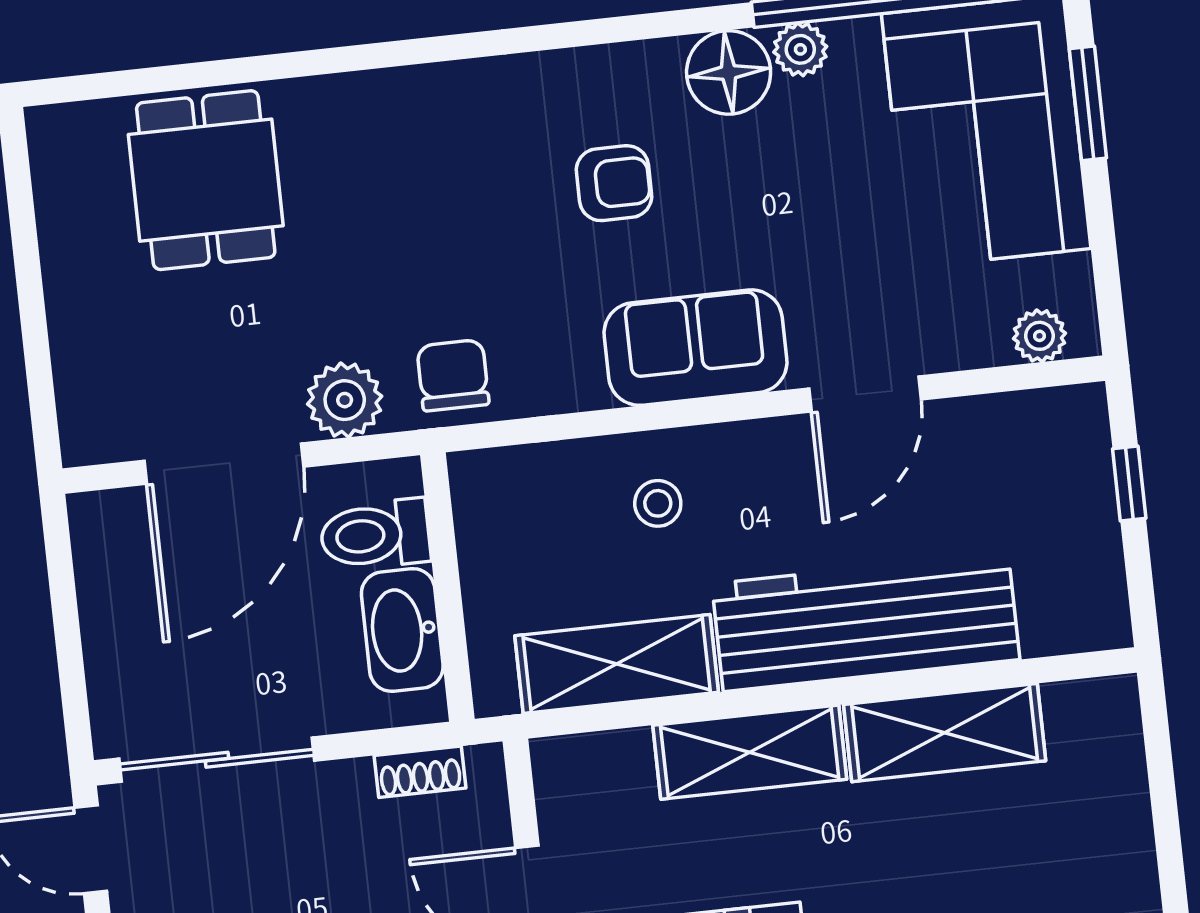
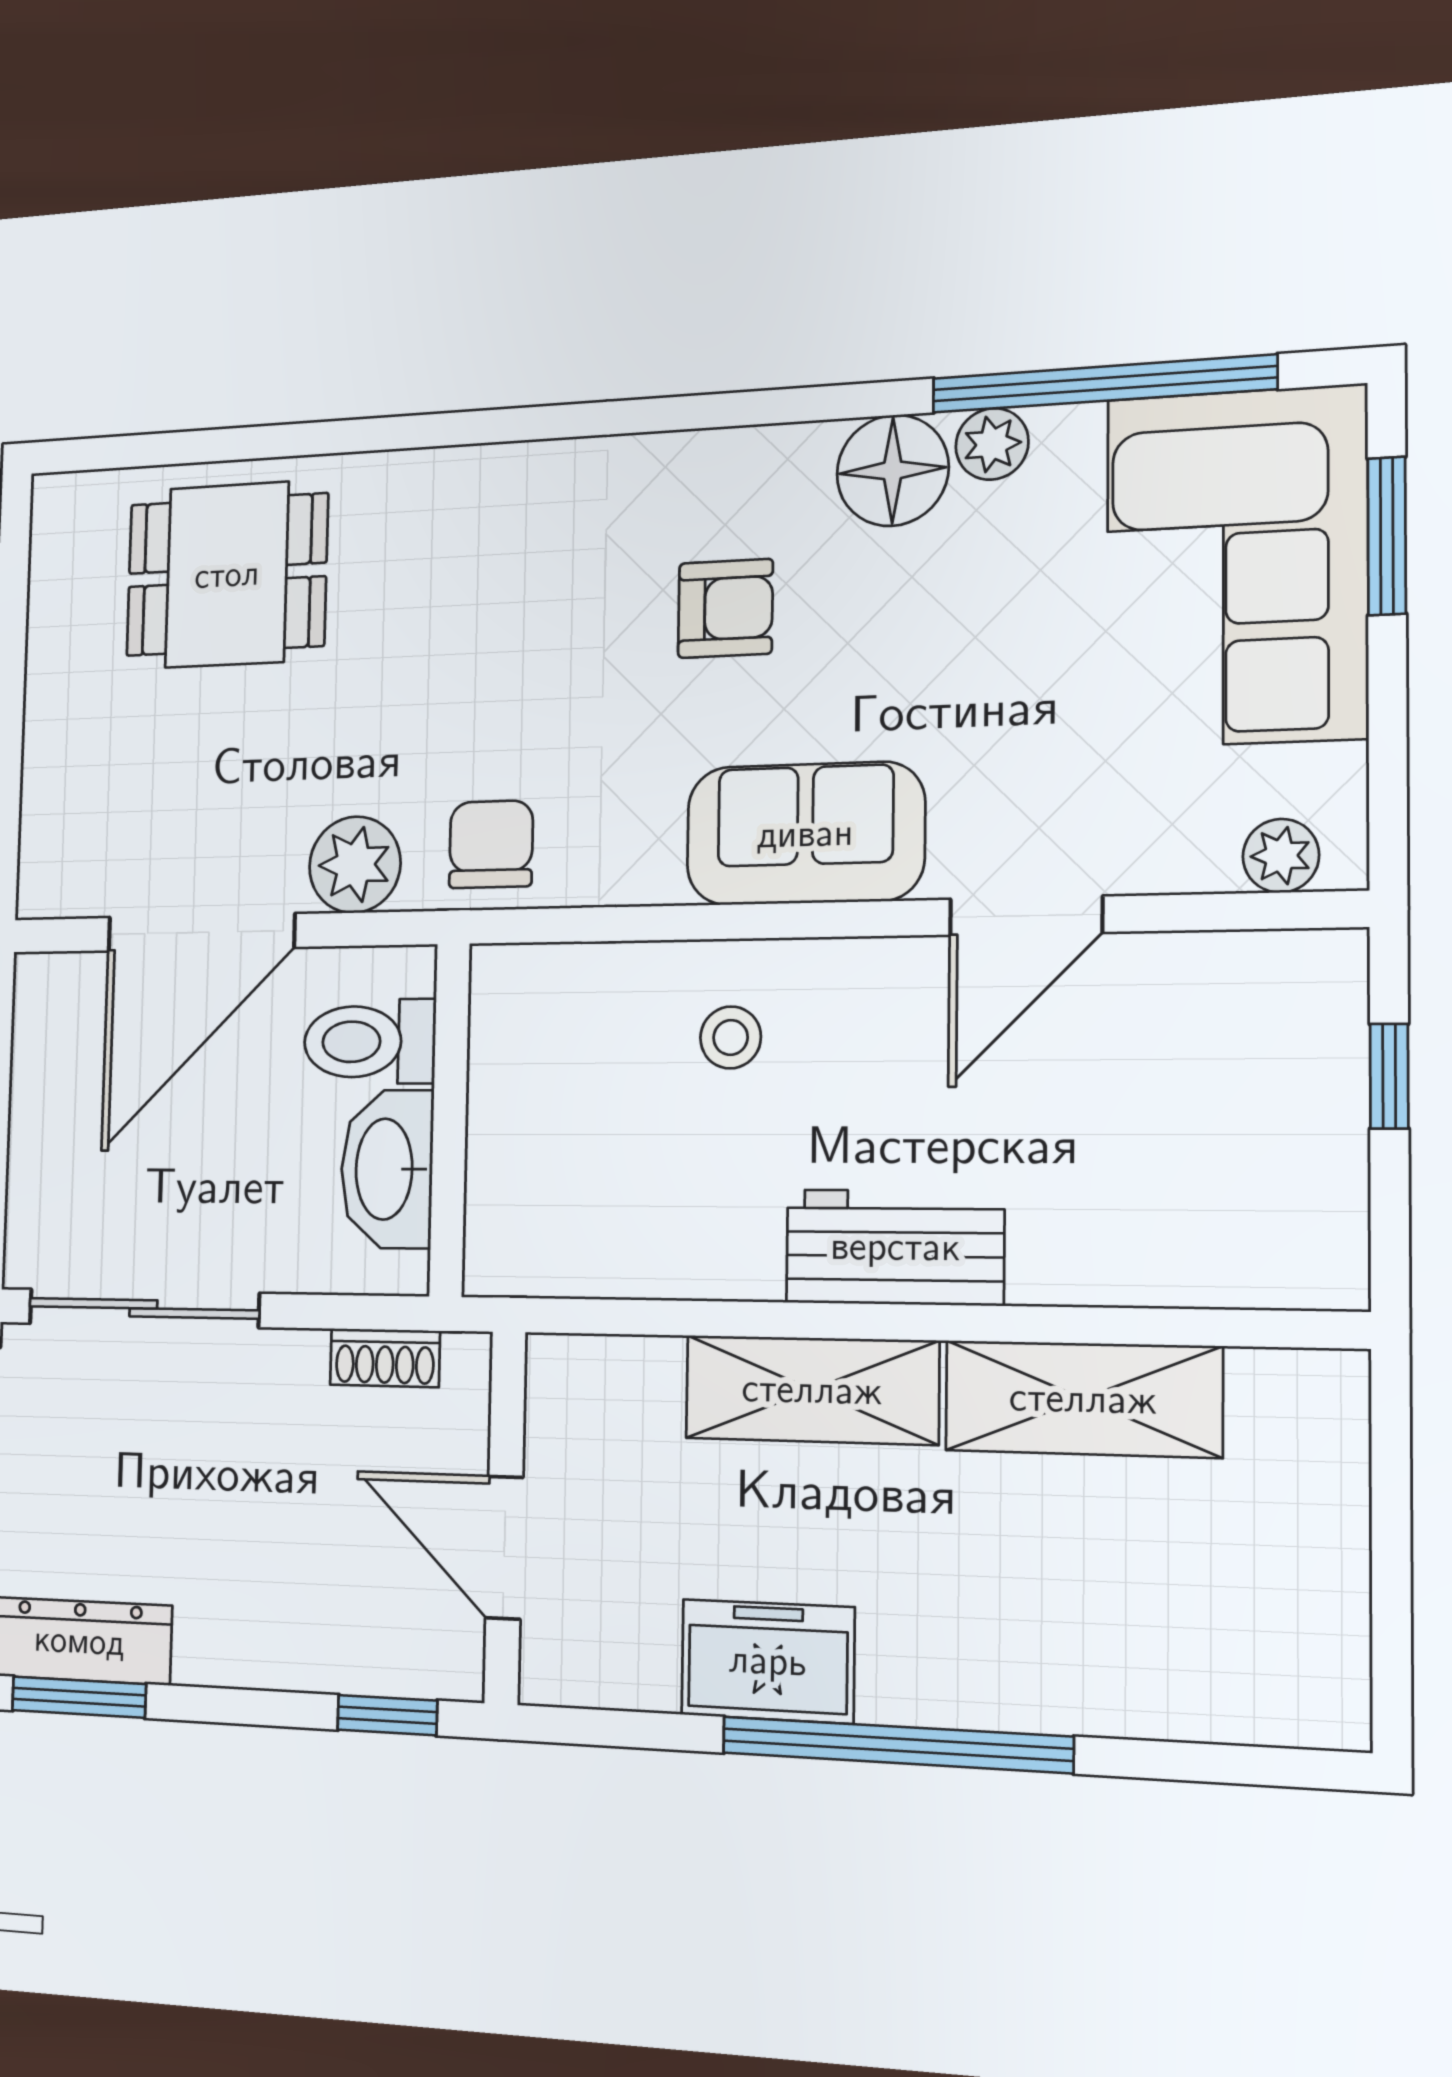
dining table: (206, 180) -> (227, 575), turned 90
workbench: (866, 622) -> (895, 1247), width x0.53, depth x0.76
shelving: (617, 664) -> (651, 1247), removed

